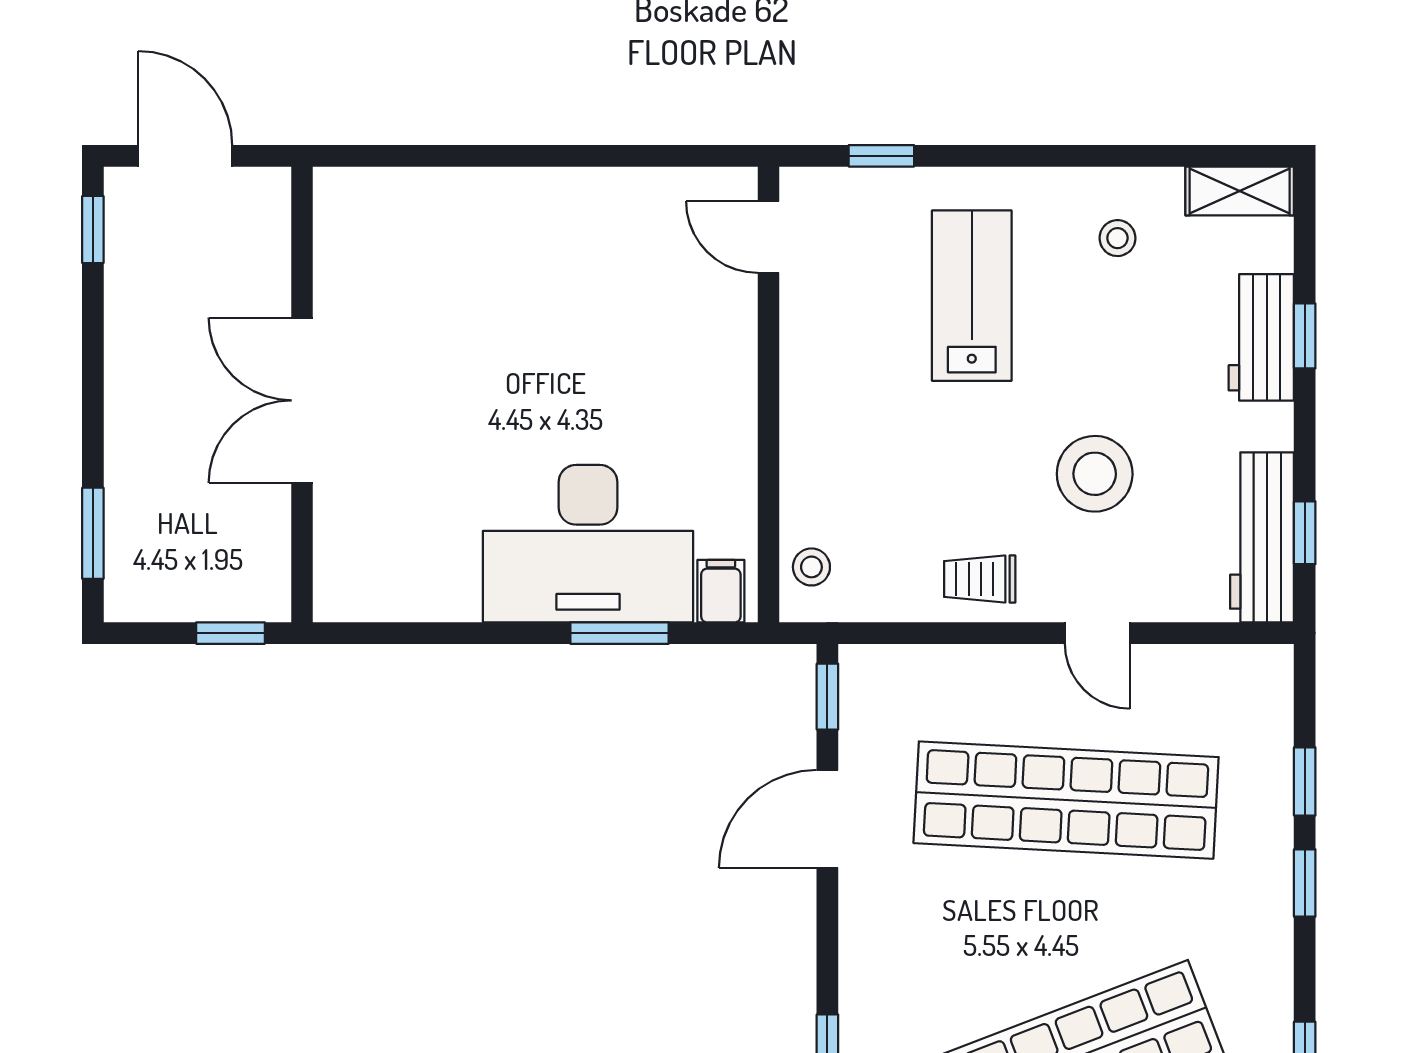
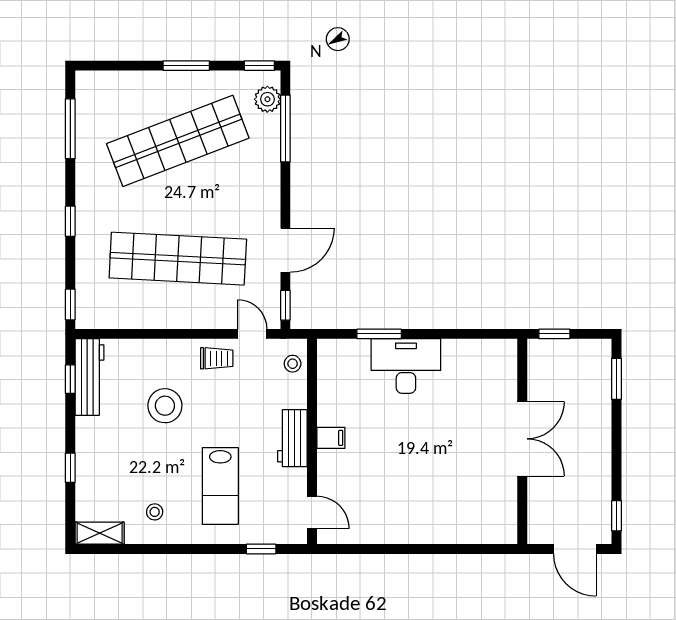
workbench: (1261, 337) -> (292, 438), moved, turned 180
desk: (588, 544) -> (406, 366), width x0.73, depth x0.77
filing cabinet: (721, 591) -> (331, 438), moved, turned -90
door: (1097, 633) -> (252, 334), moved
window: (1305, 781) -> (70, 304), moved

